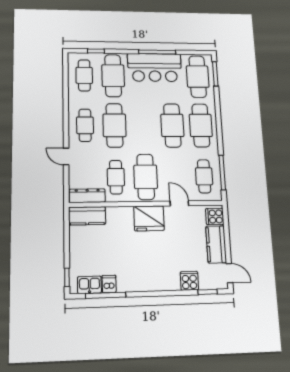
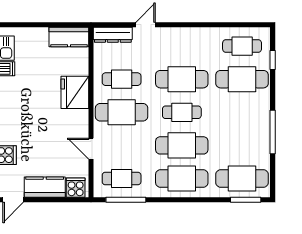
bar counter: (155, 68) -> (253, 128), removed
cafe table: (85, 125) -> (182, 112), moved
dresser: (87, 196) -> (113, 35), moved, turned 90
door: (179, 203) -> (91, 149), swing flipped
kitchen counter: (87, 216) -> (69, 37), moved, turned -90
fridge: (149, 218) -> (75, 92), moved
window: (67, 277) -> (14, 25), removed

